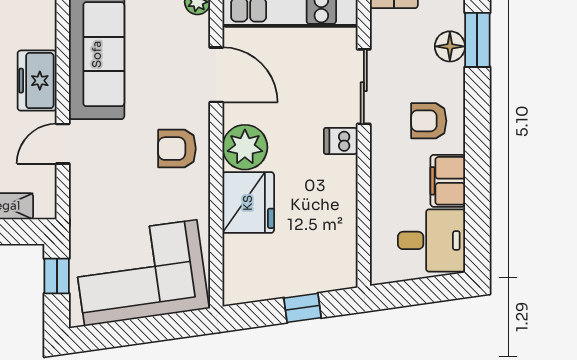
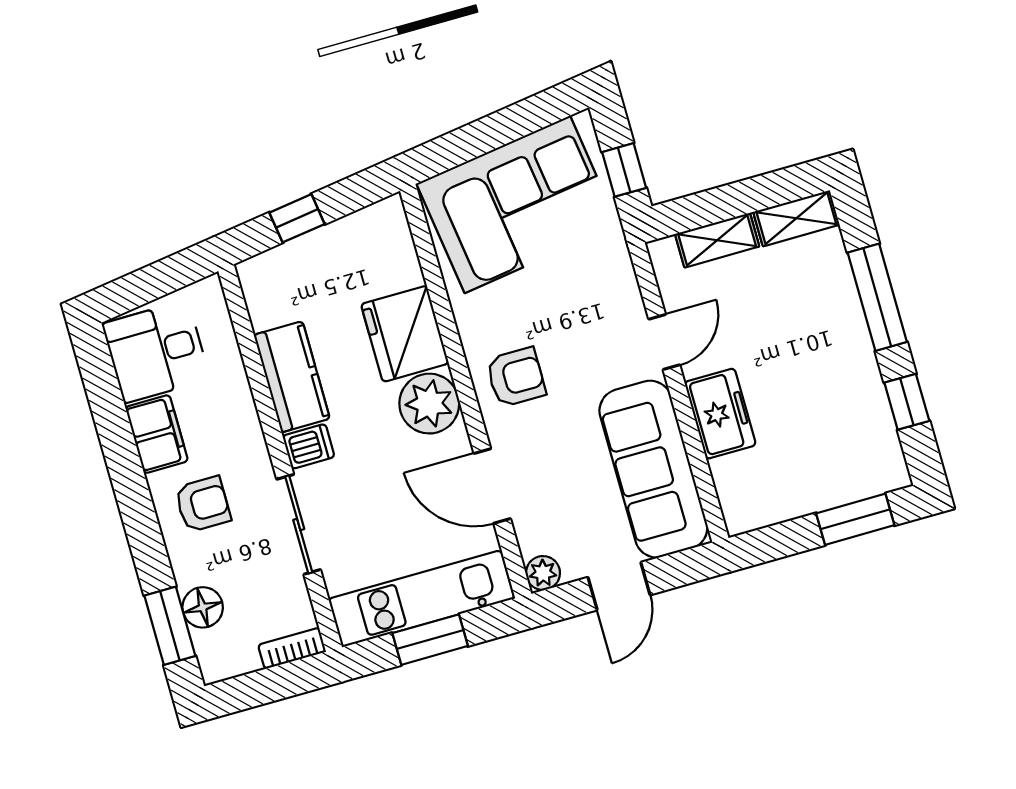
kitchen counter: (339, 195) -> (292, 377), added

